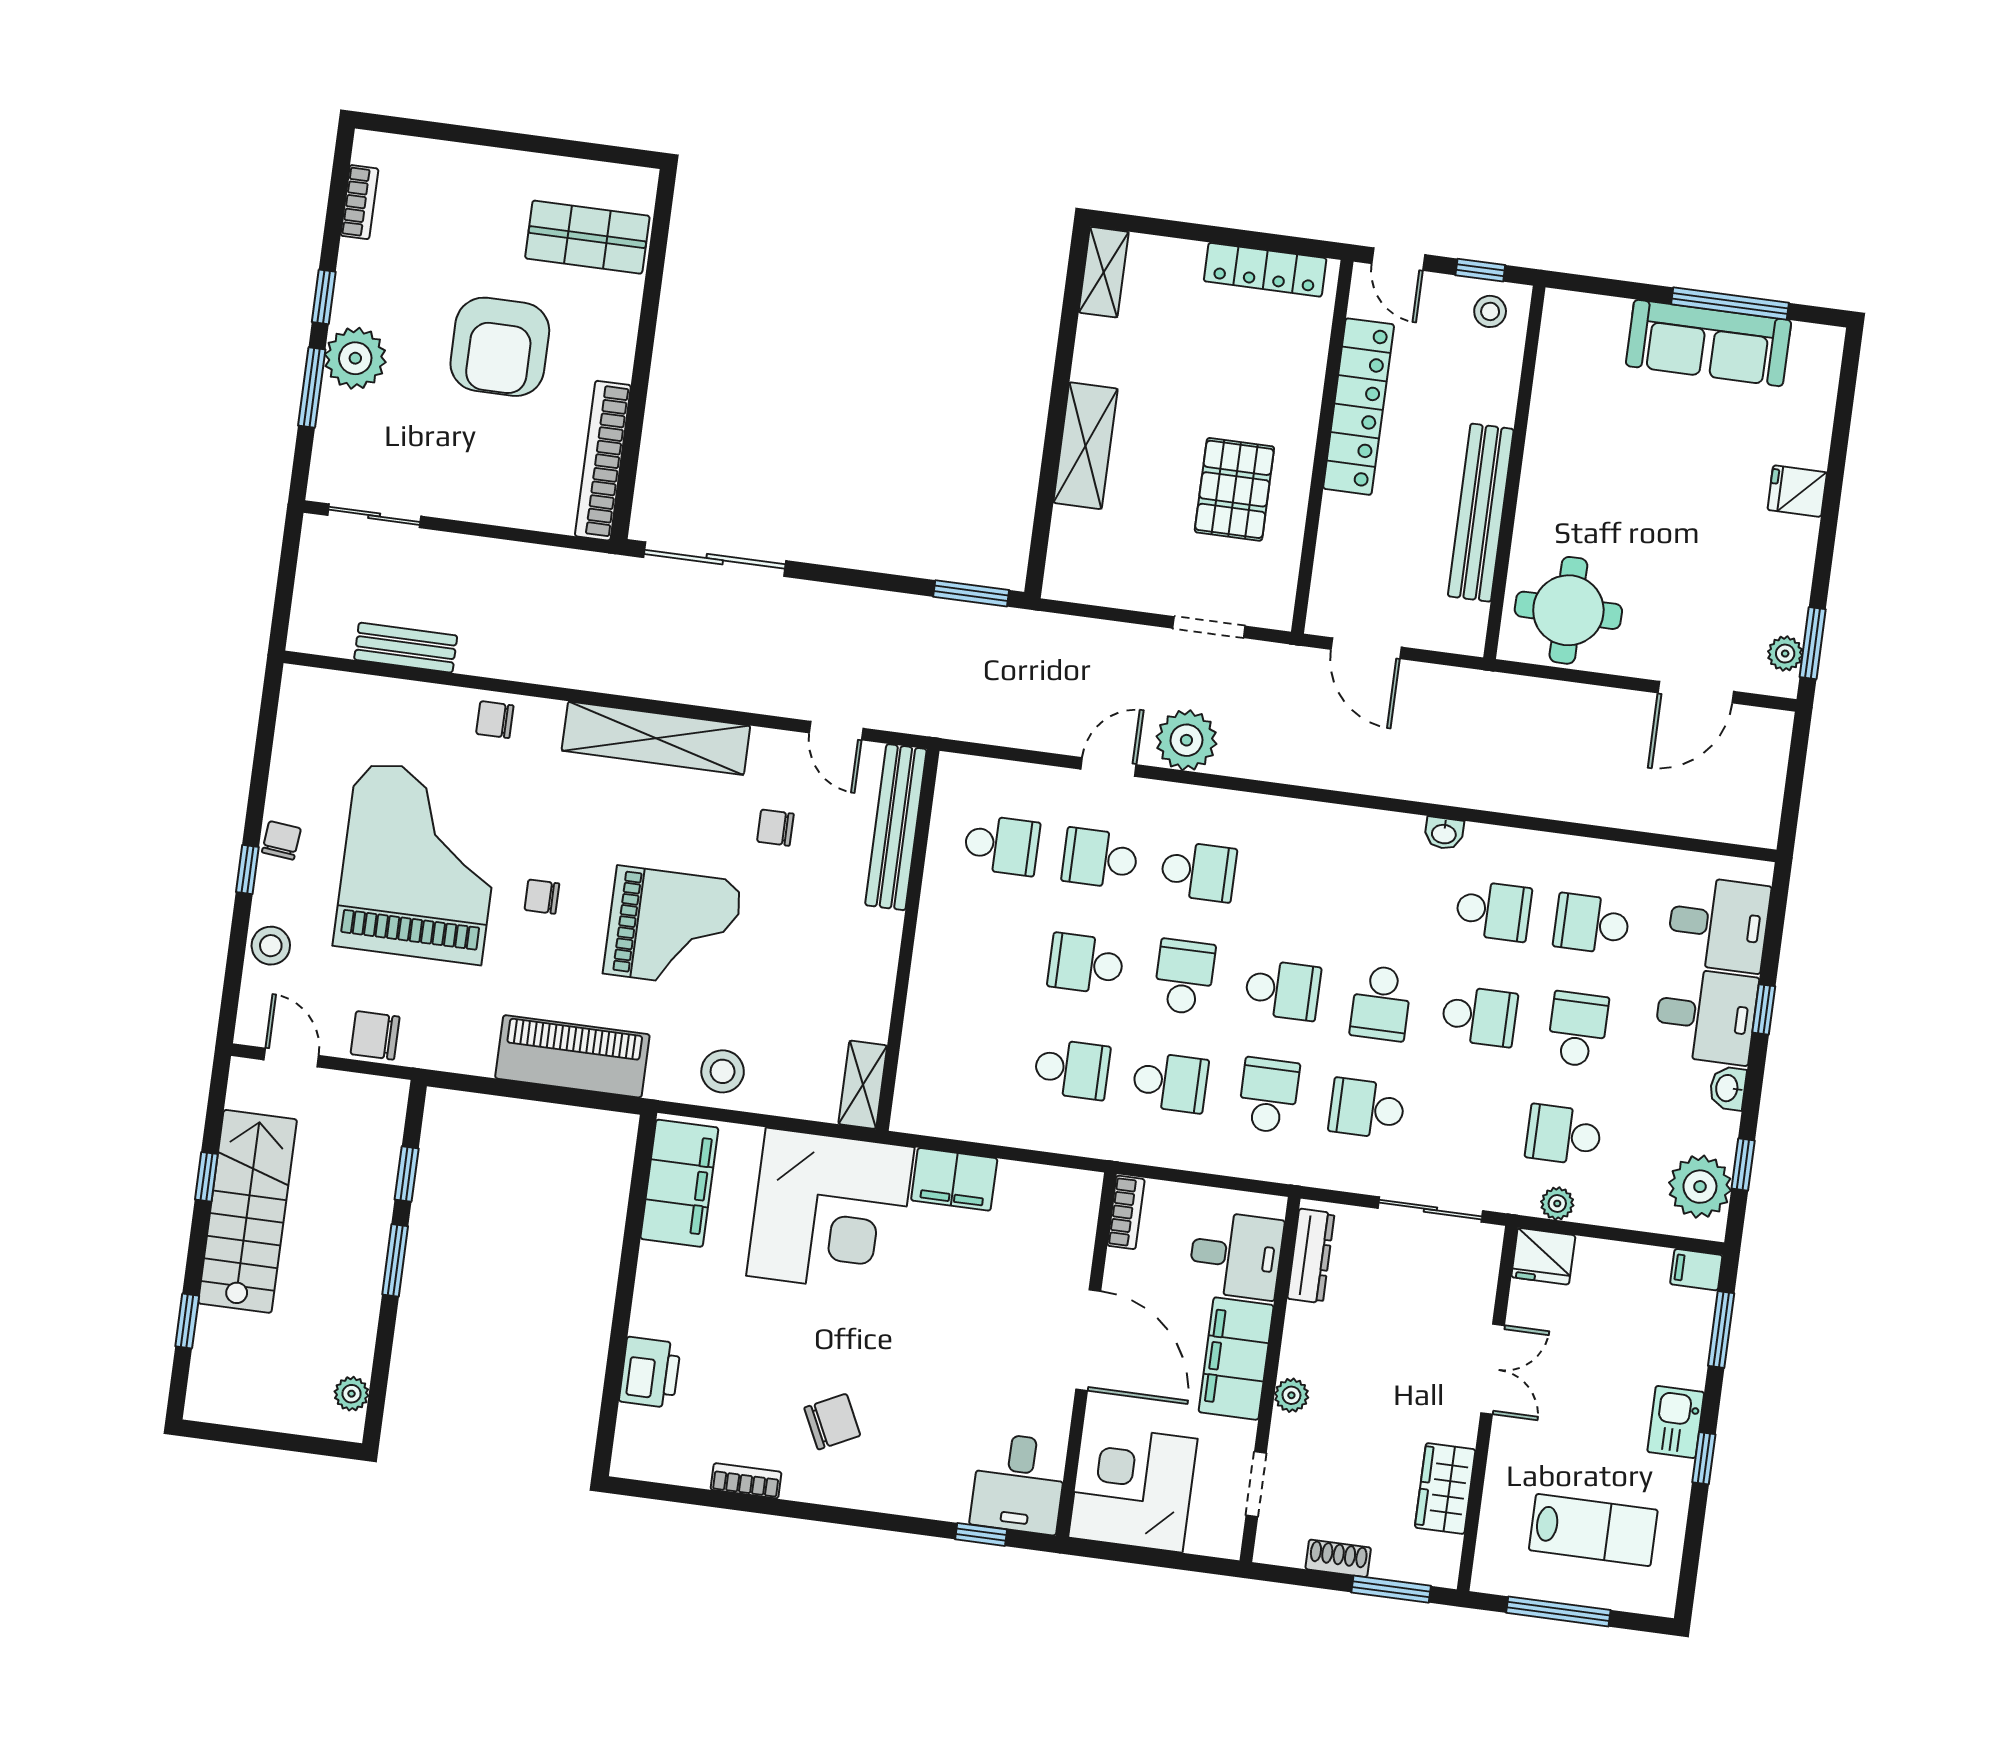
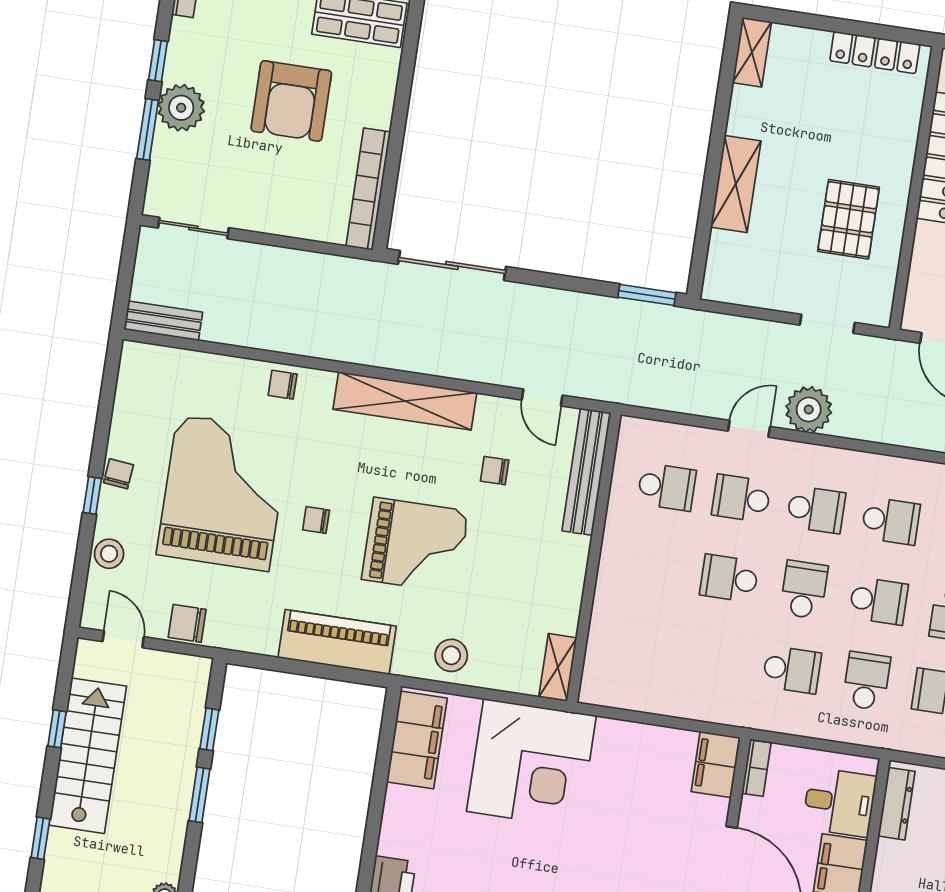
bench: (406, 648) -> (163, 321), moved
school desk: (1072, 1069) -> (891, 521), moved
filing cabinet: (954, 1179) -> (716, 764), moved, turned 90

